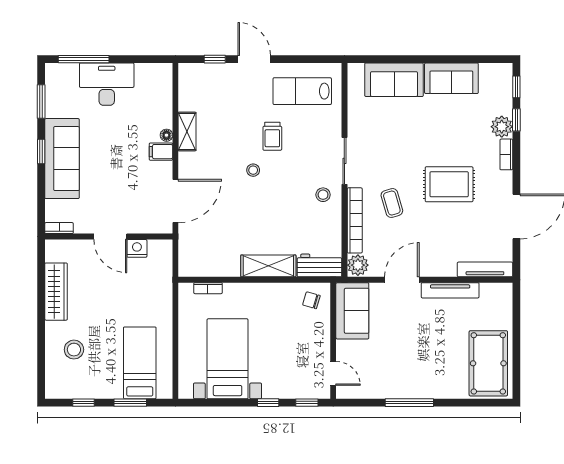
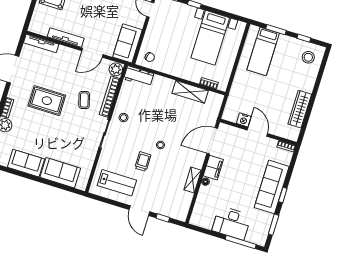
filing cabinet: (161, 152) -> (213, 168), width x2.00
shelving: (268, 266) -> (190, 92), moved
stool: (74, 350) -> (308, 57), moved

